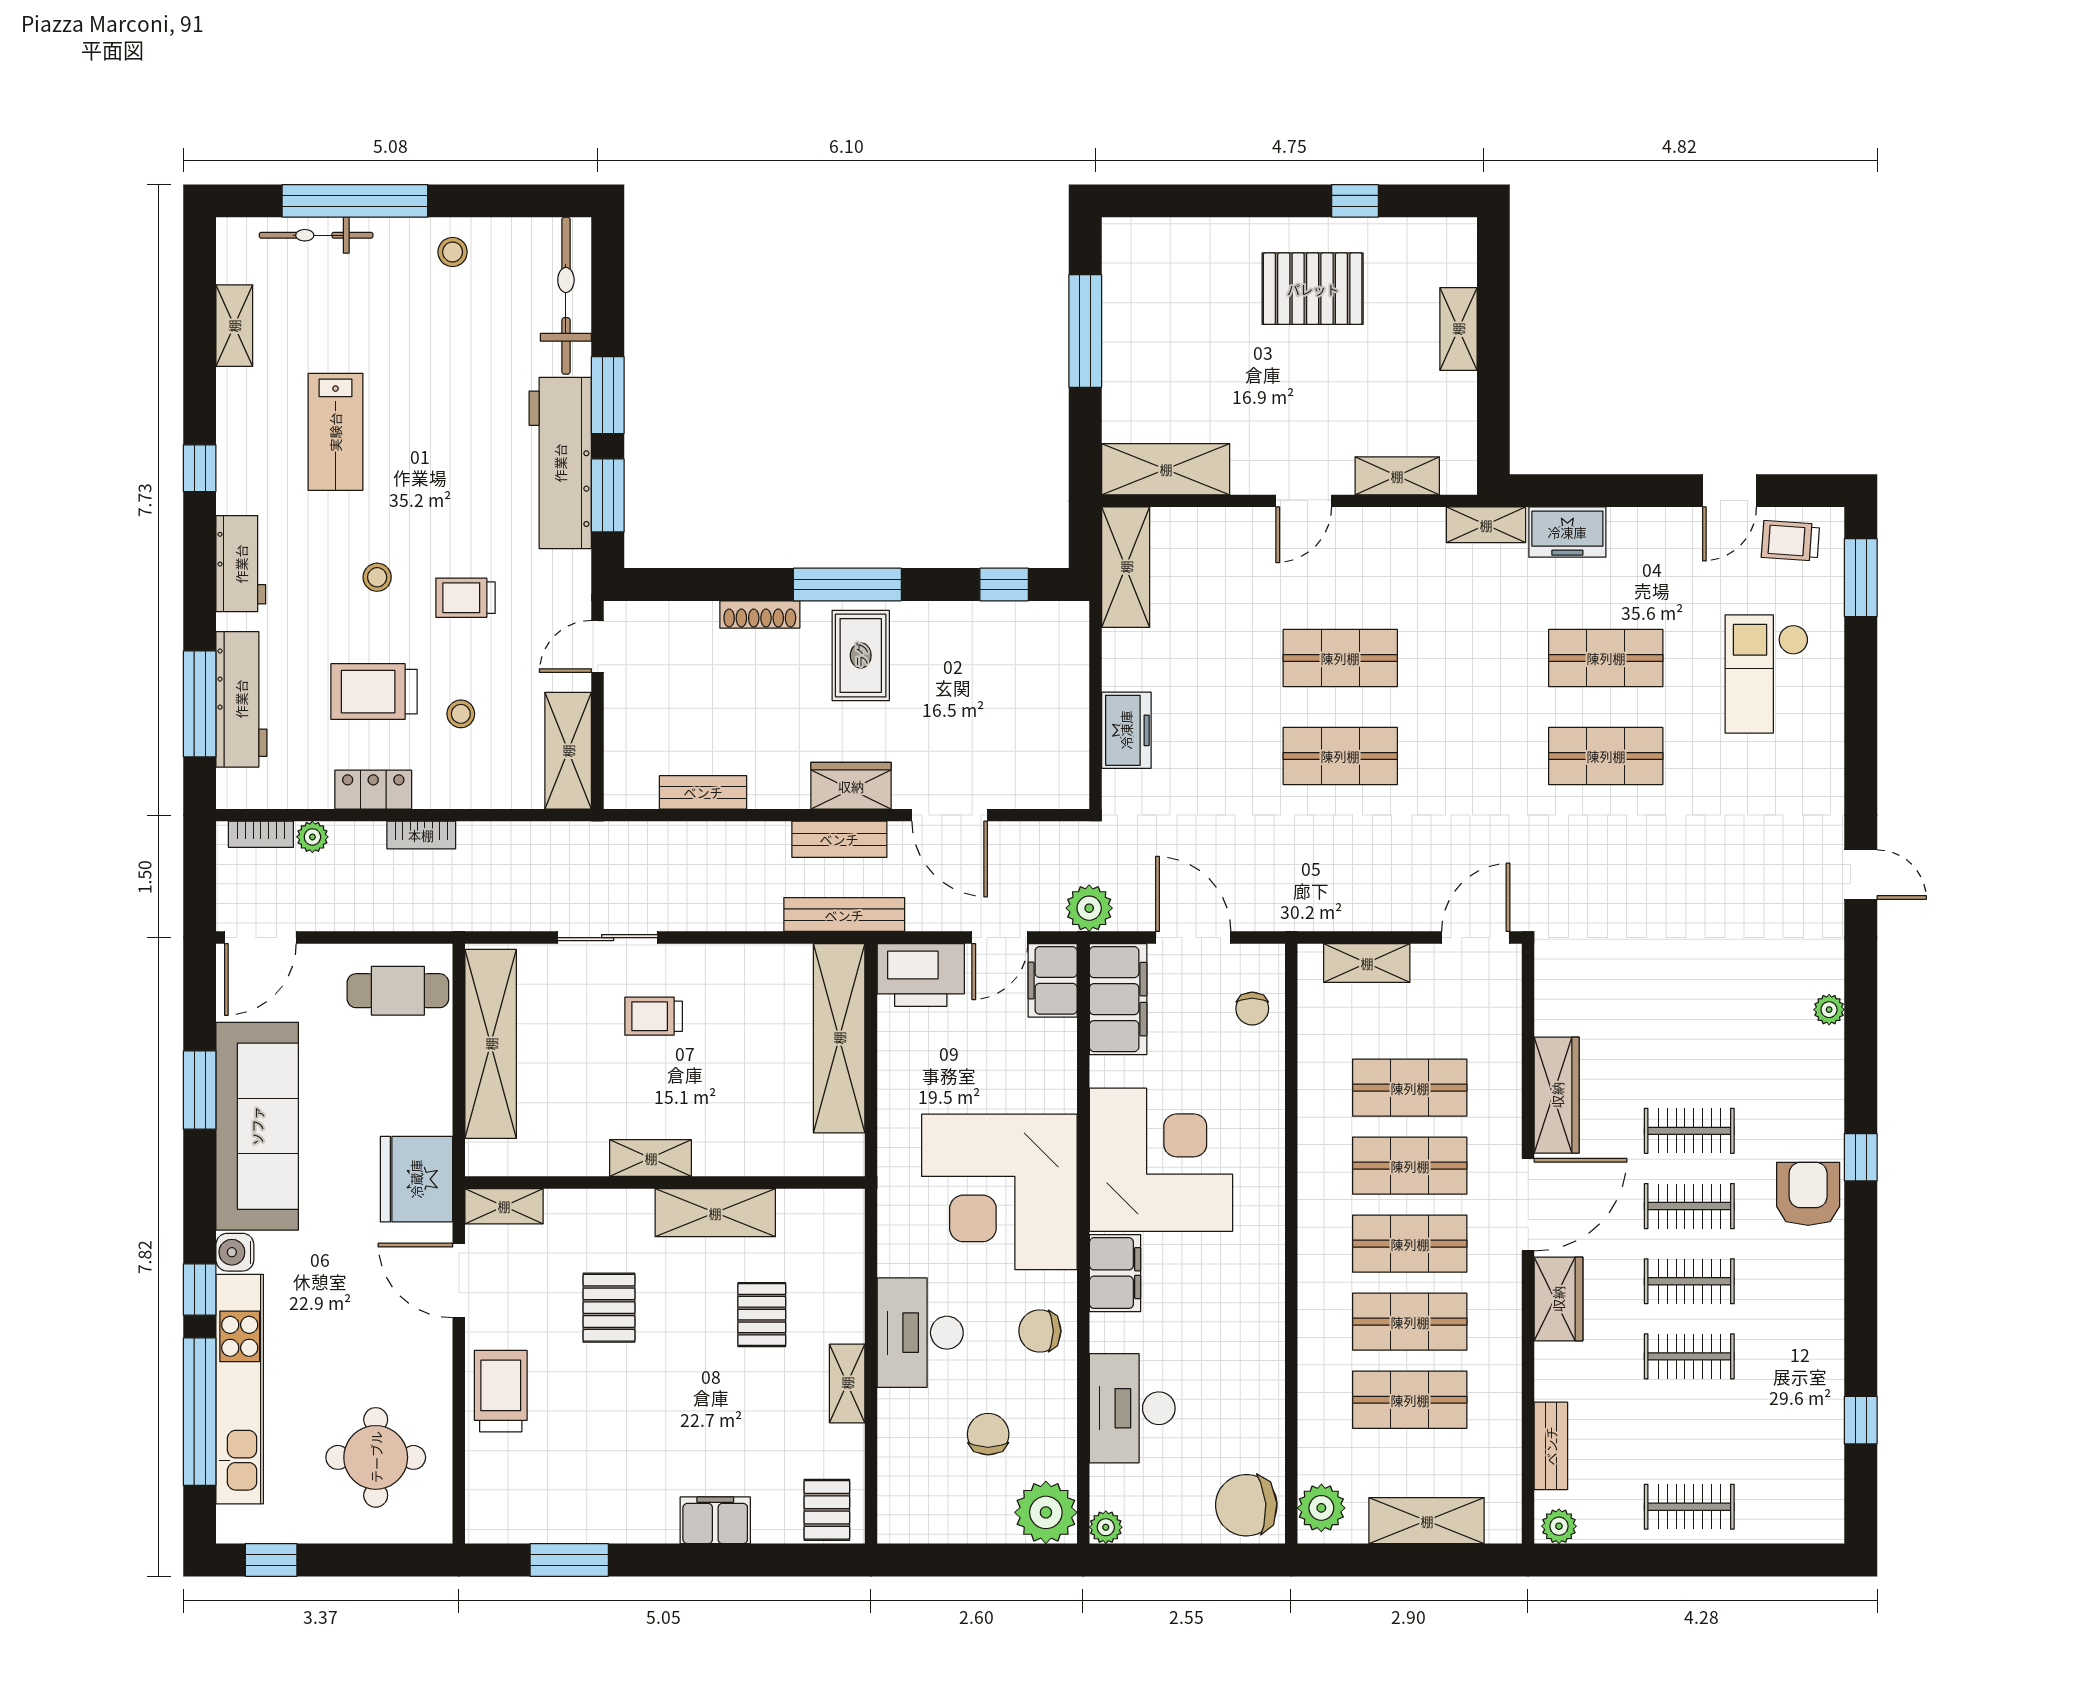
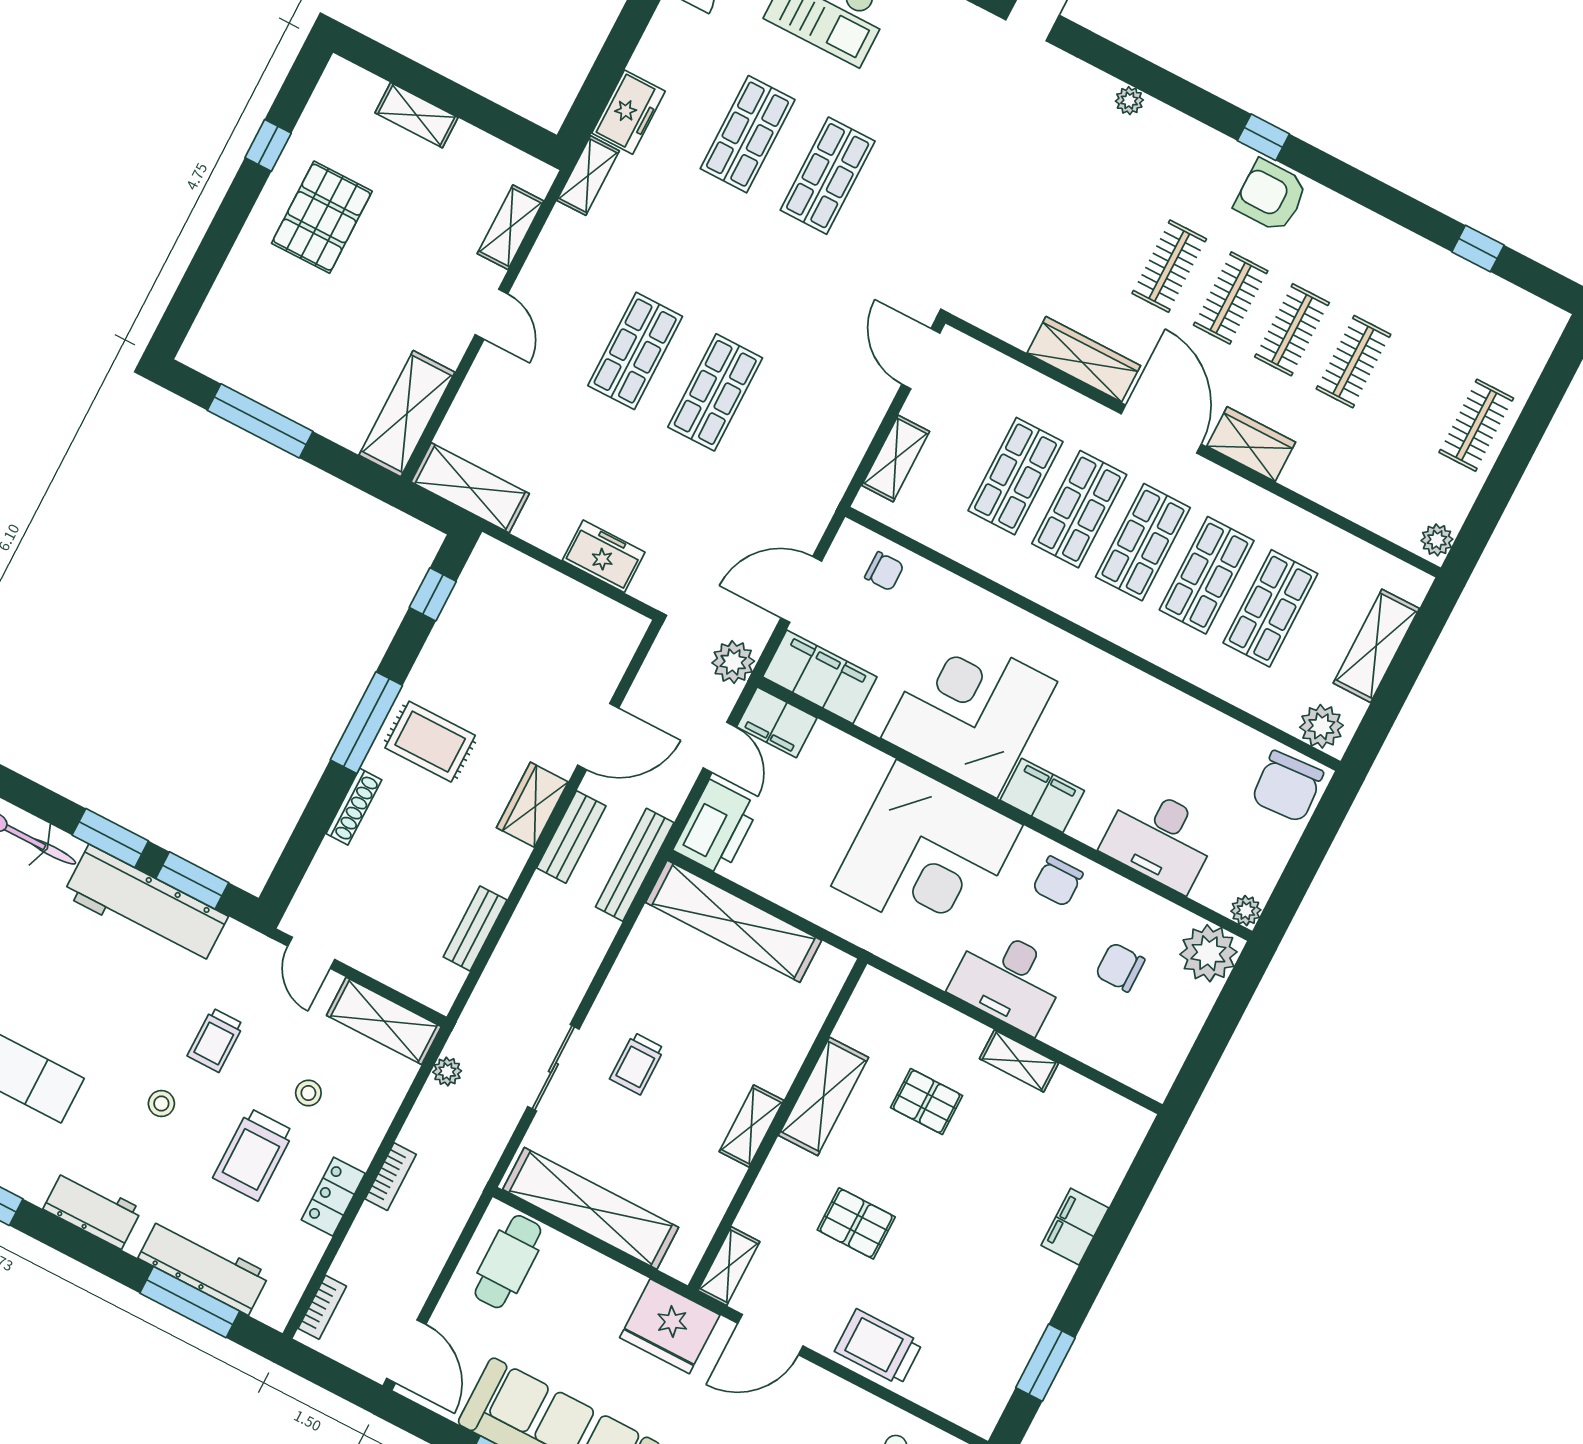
plant: (312, 837) -> (447, 1072), moved
bench: (1551, 1446) -> (1368, 513), removed
pallet: (827, 1510) -> (1114, 1131), removed

